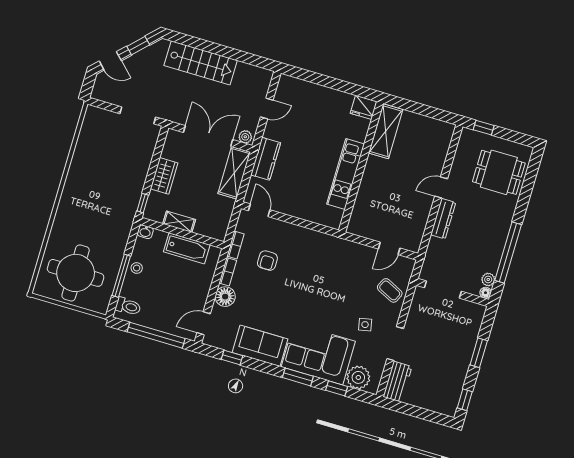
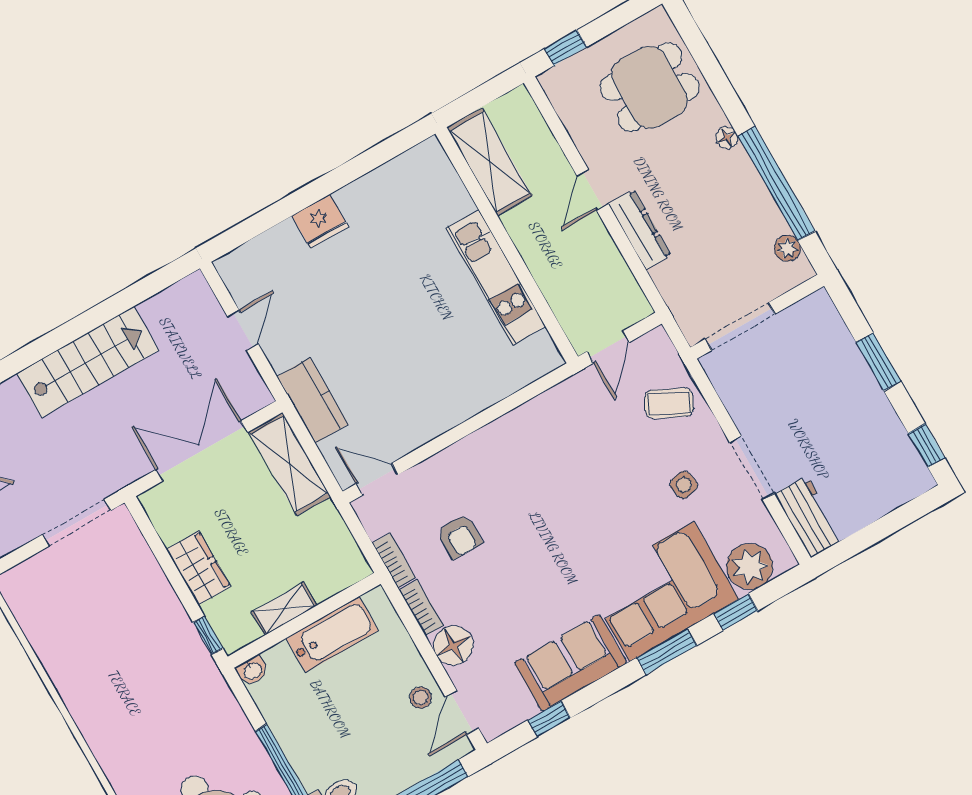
fridge: (364, 107) -> (320, 221), moved
shelving: (386, 131) -> (490, 162), moved
plant: (245, 137) -> (254, 399), removed
wall: (361, 167) -> (507, 245), moved
kitchen unit: (346, 174) -> (496, 277), moved
stool: (137, 268) -> (421, 698), moved
floor lamp: (485, 293) -> (727, 138), moved

